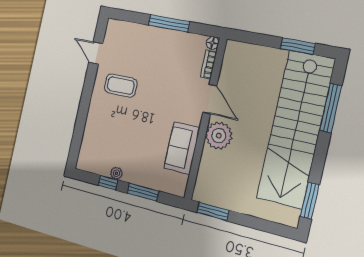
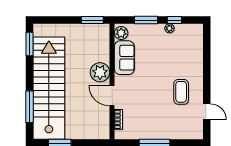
floor lamp: (213, 43) -> (119, 135), removed
coffee table: (121, 86) -> (181, 92), turned 90
plant: (179, 183) -> (121, 33), added

